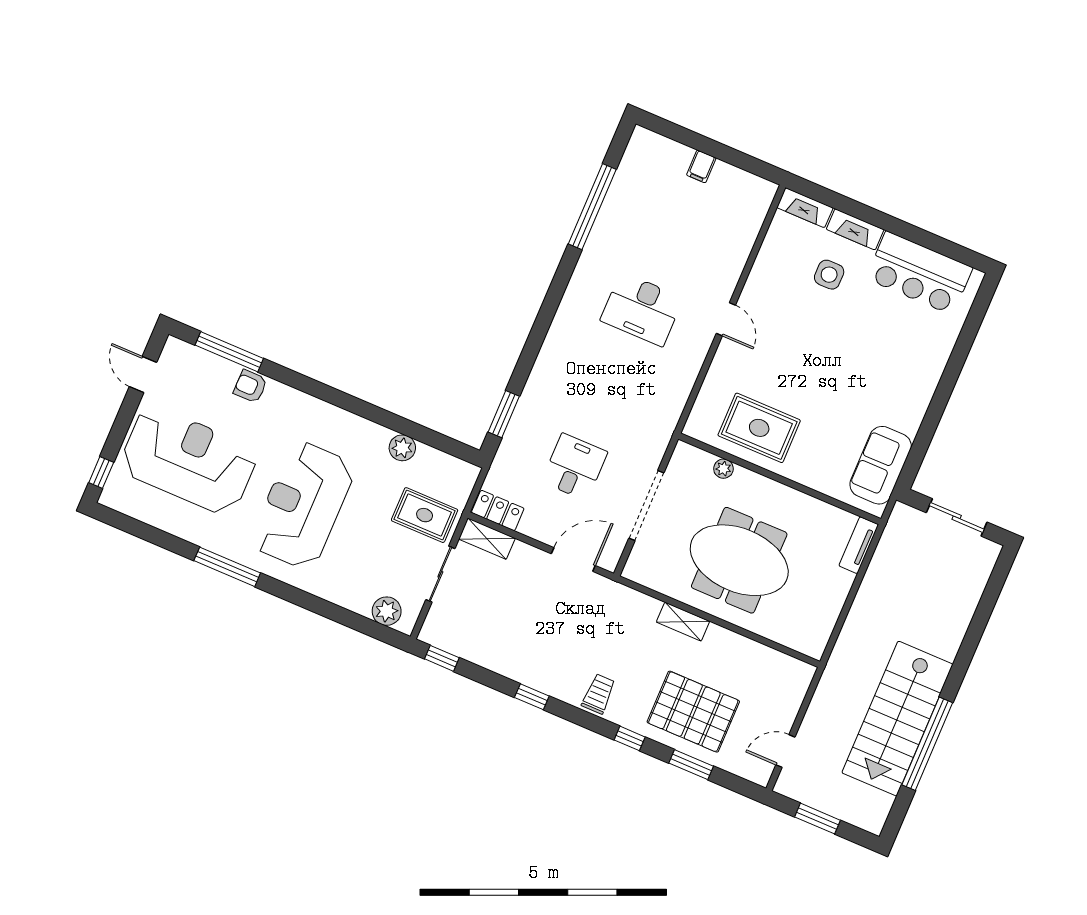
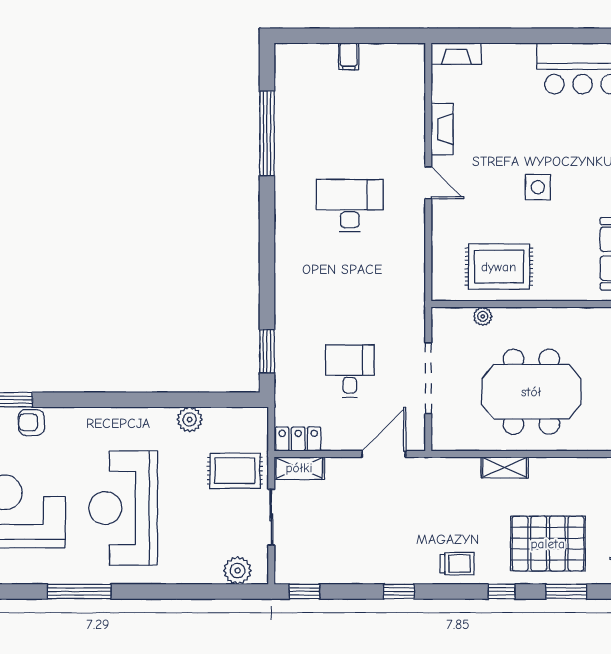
fireplace: (855, 229) -> (442, 129), moved, turned -90
side table: (829, 275) -> (538, 187), moved
desk: (642, 309) -> (350, 206), turned 180
trolley: (599, 694) -> (457, 564), turned 90

